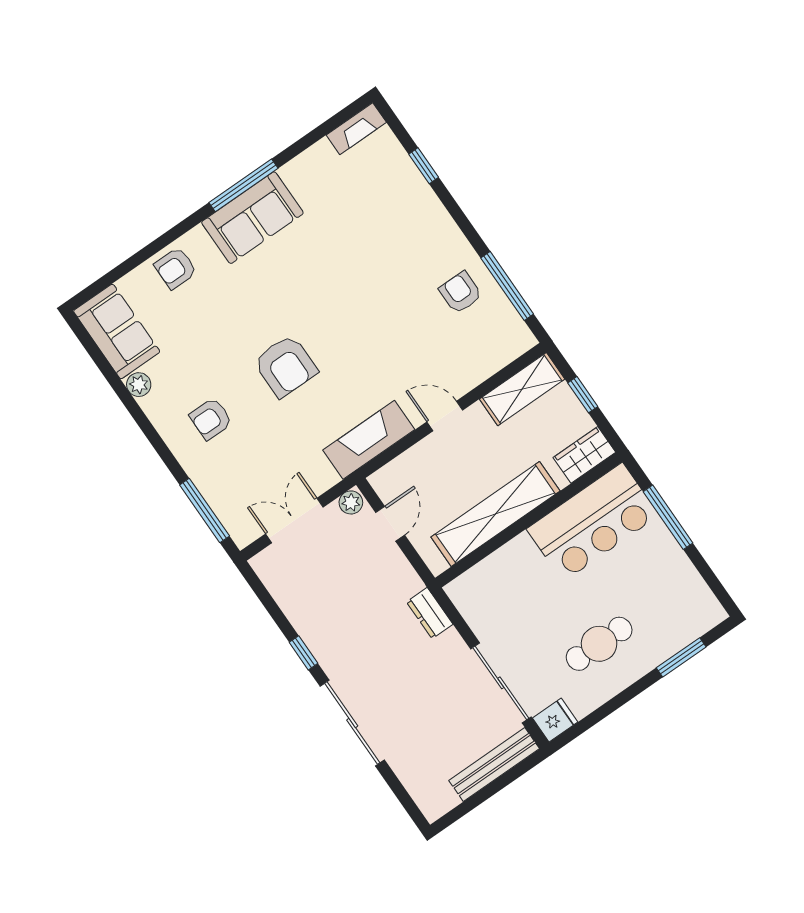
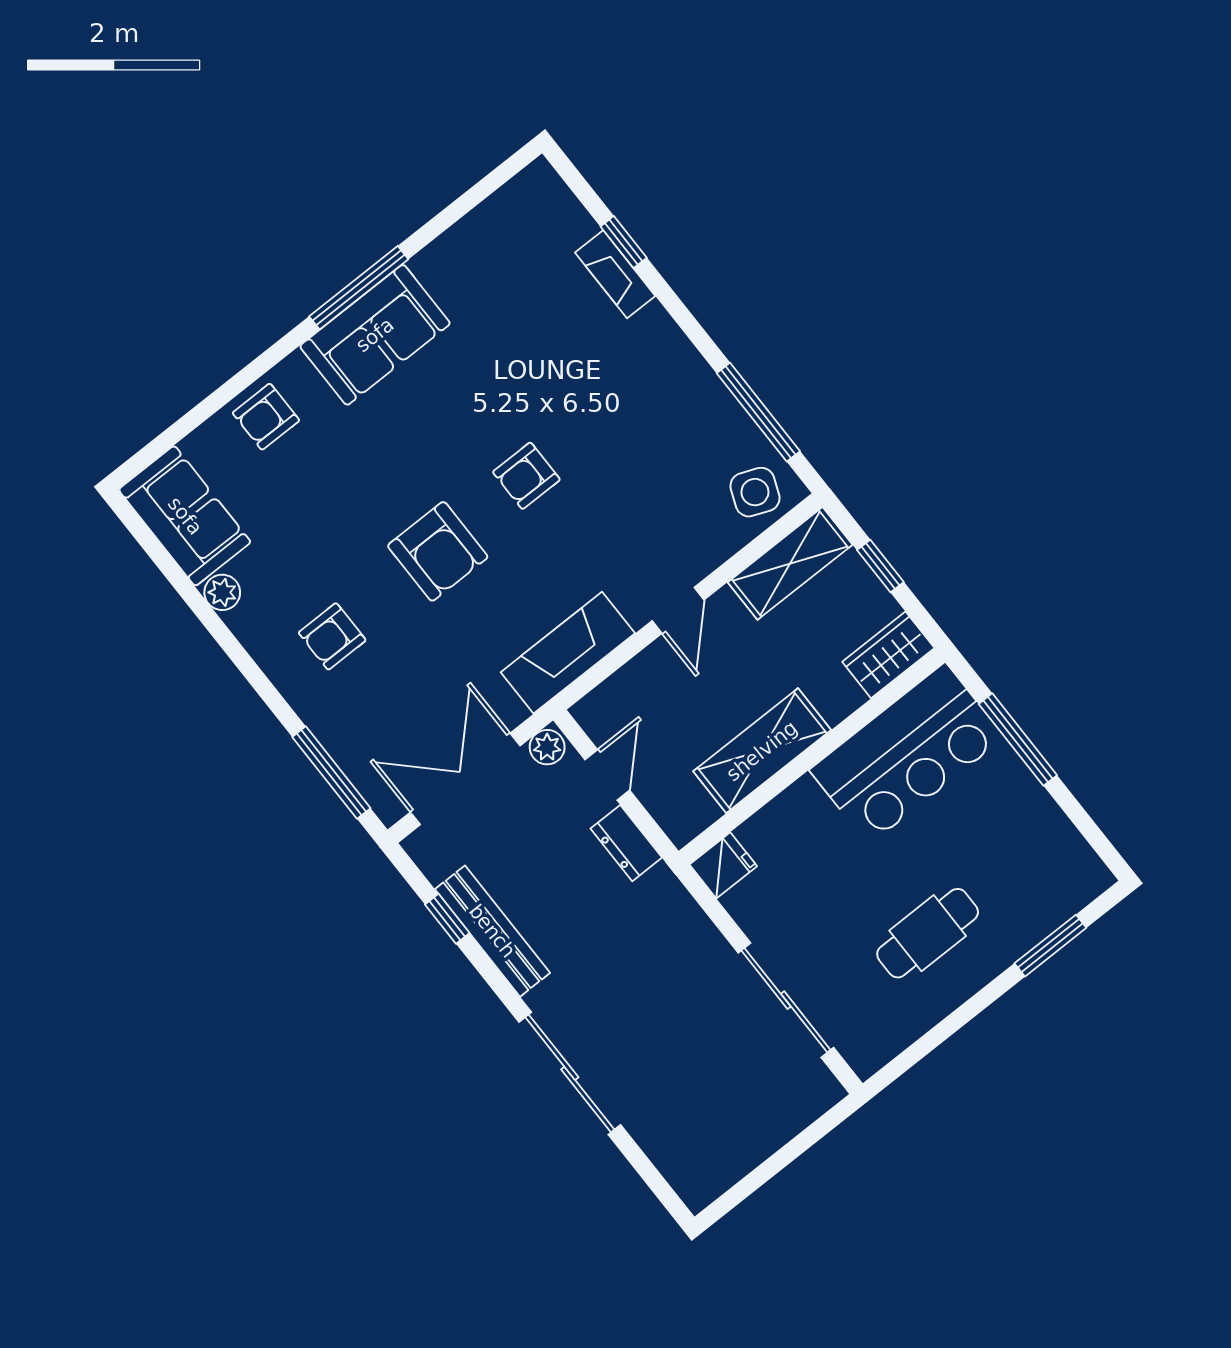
fireplace: (356, 129) -> (615, 274), moved, turned 90
armchair: (460, 292) -> (526, 476), moved, turned -90
side table: (502, 340) -> (755, 492), added
door: (445, 416) -> (678, 610), swing flipped
shelving: (495, 514) -> (762, 751), width x0.68
double door: (294, 520) -> (465, 779), width x1.37
dresser: (430, 613) -> (626, 843), moved
window: (304, 653) -> (447, 919), moved
fridge: (555, 720) -> (723, 865), moved
bench: (494, 765) -> (492, 931), moved, turned 90

